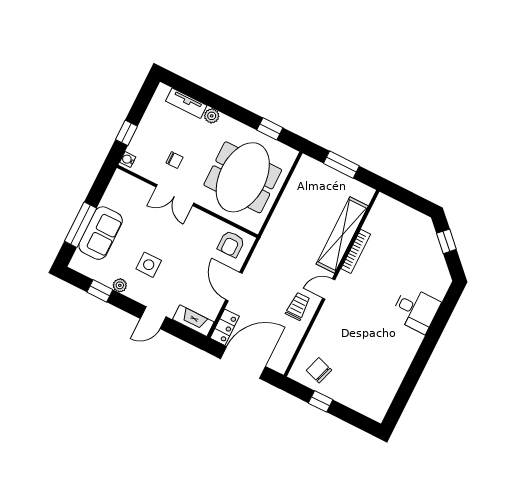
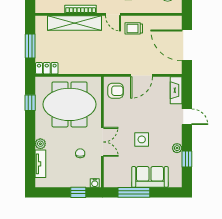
window: (80, 225) -> (134, 192), moved
side table: (149, 265) -> (142, 139), moved
locker: (225, 327) -> (47, 68), moved

